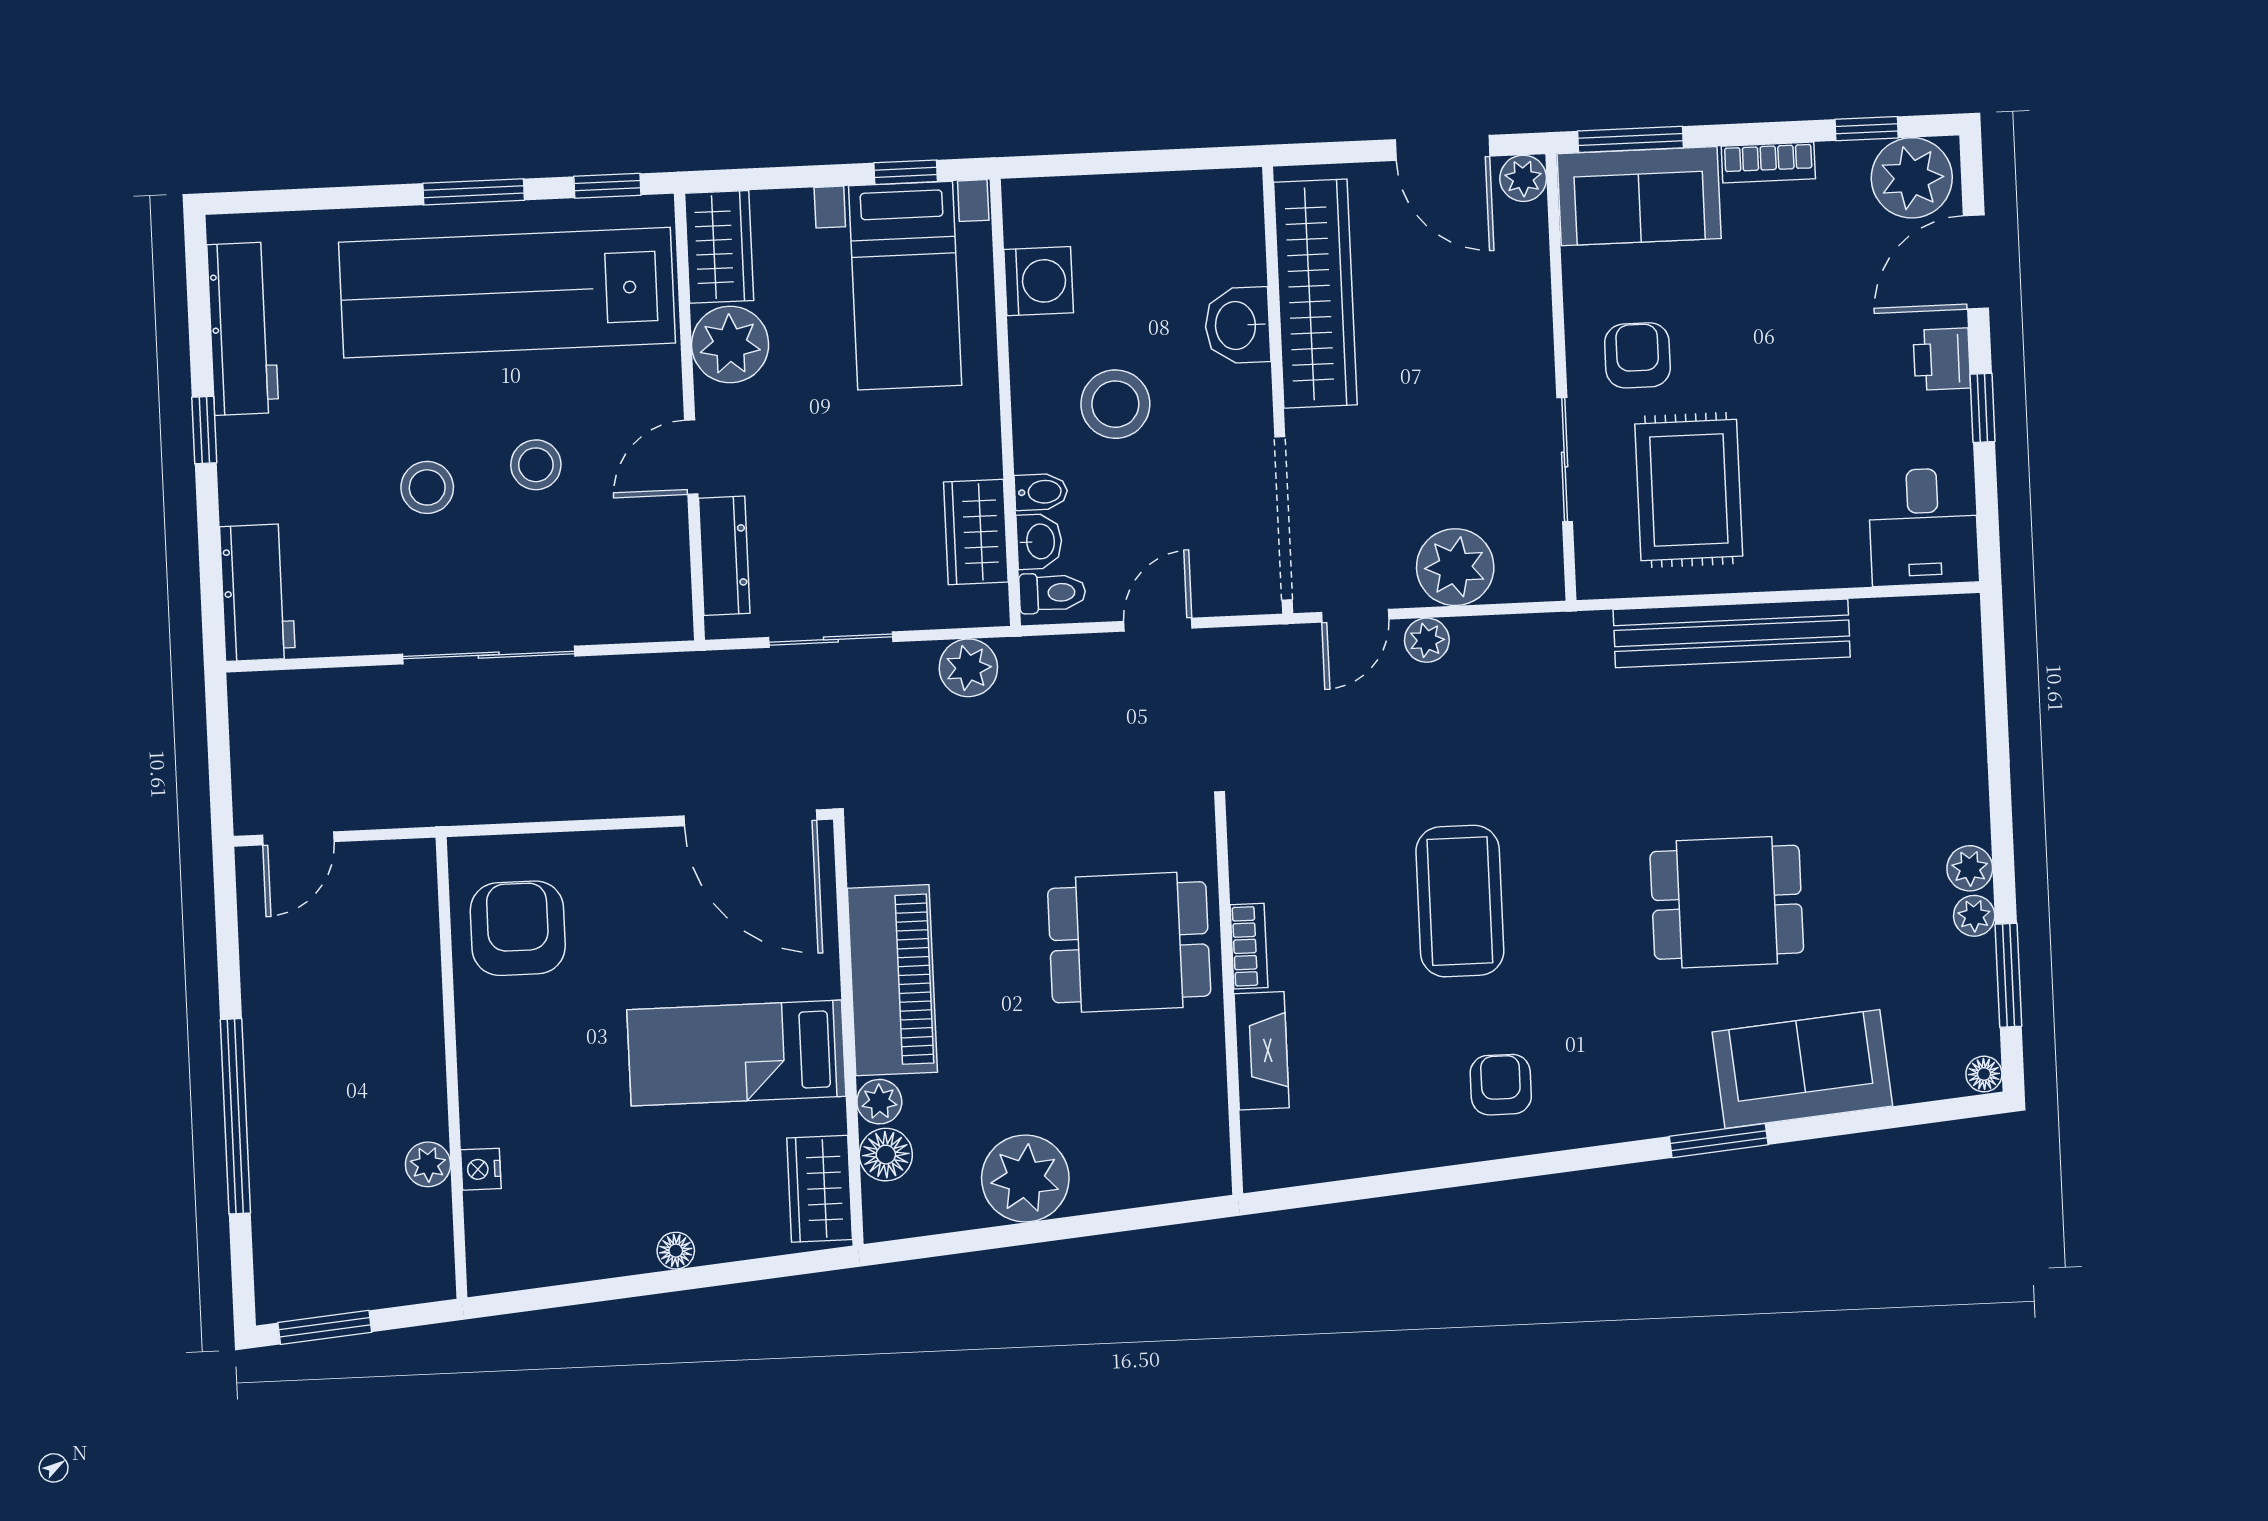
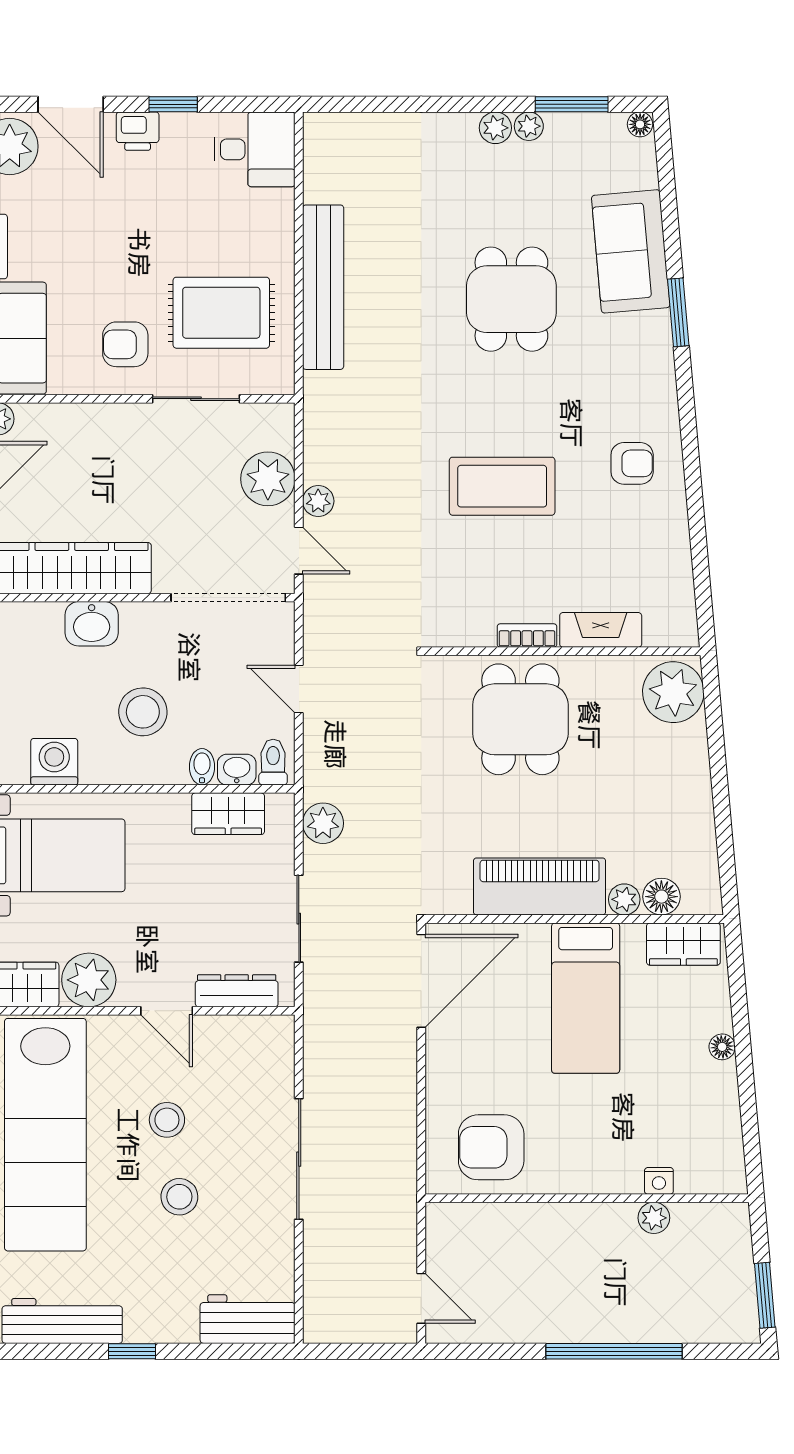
armchair: (1501, 1085) -> (632, 463), turned 180
plant: (1025, 1178) -> (673, 692), moved

